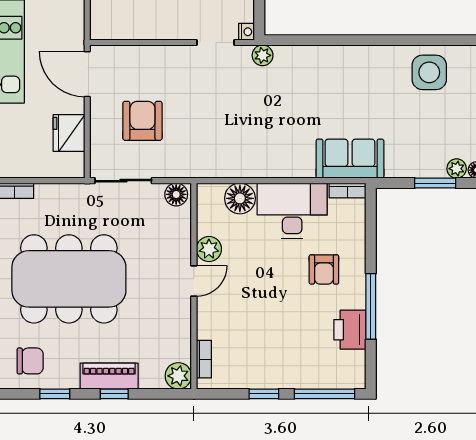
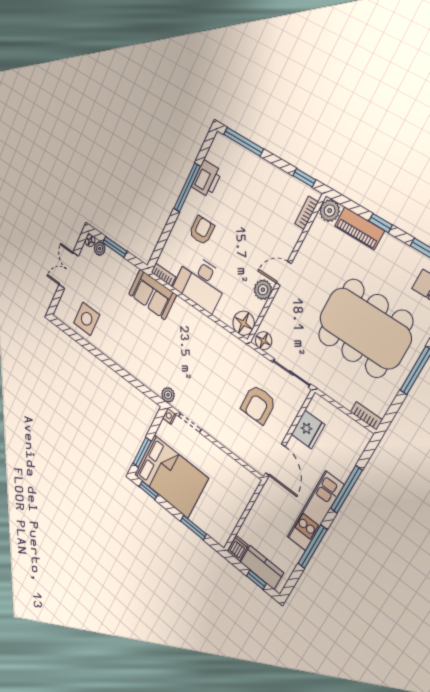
floor lamp: (240, 198) -> (244, 323), moved
piano: (109, 376) -> (359, 228), moved
window: (264, 394) -> (304, 178), moved

